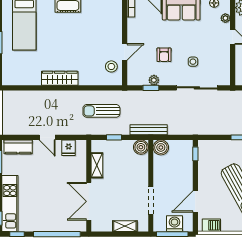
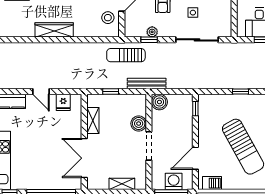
sun lounger: (101, 111) -> (126, 55), moved
boiler: (141, 147) -> (139, 124), moved
doorway: (151, 201) -> (149, 146), moved

